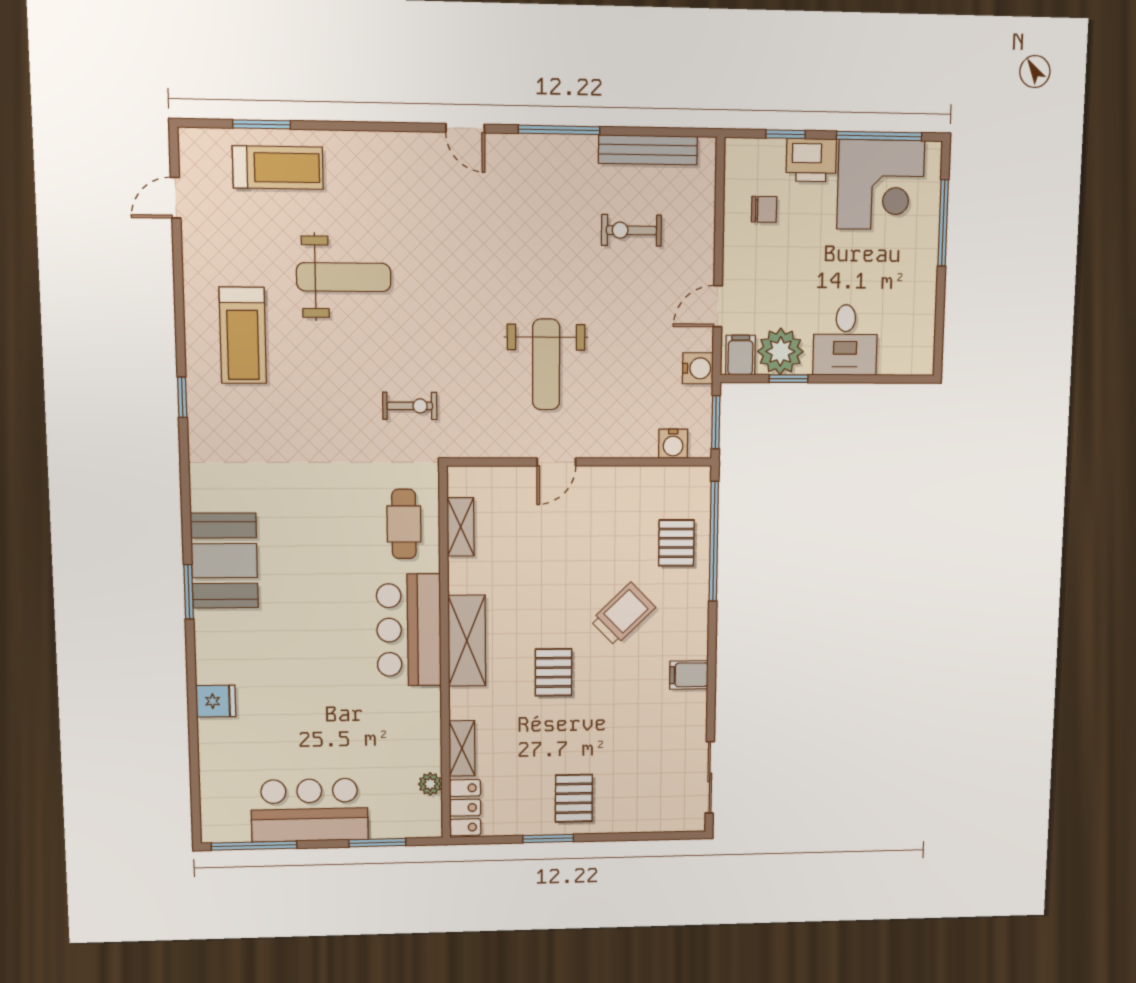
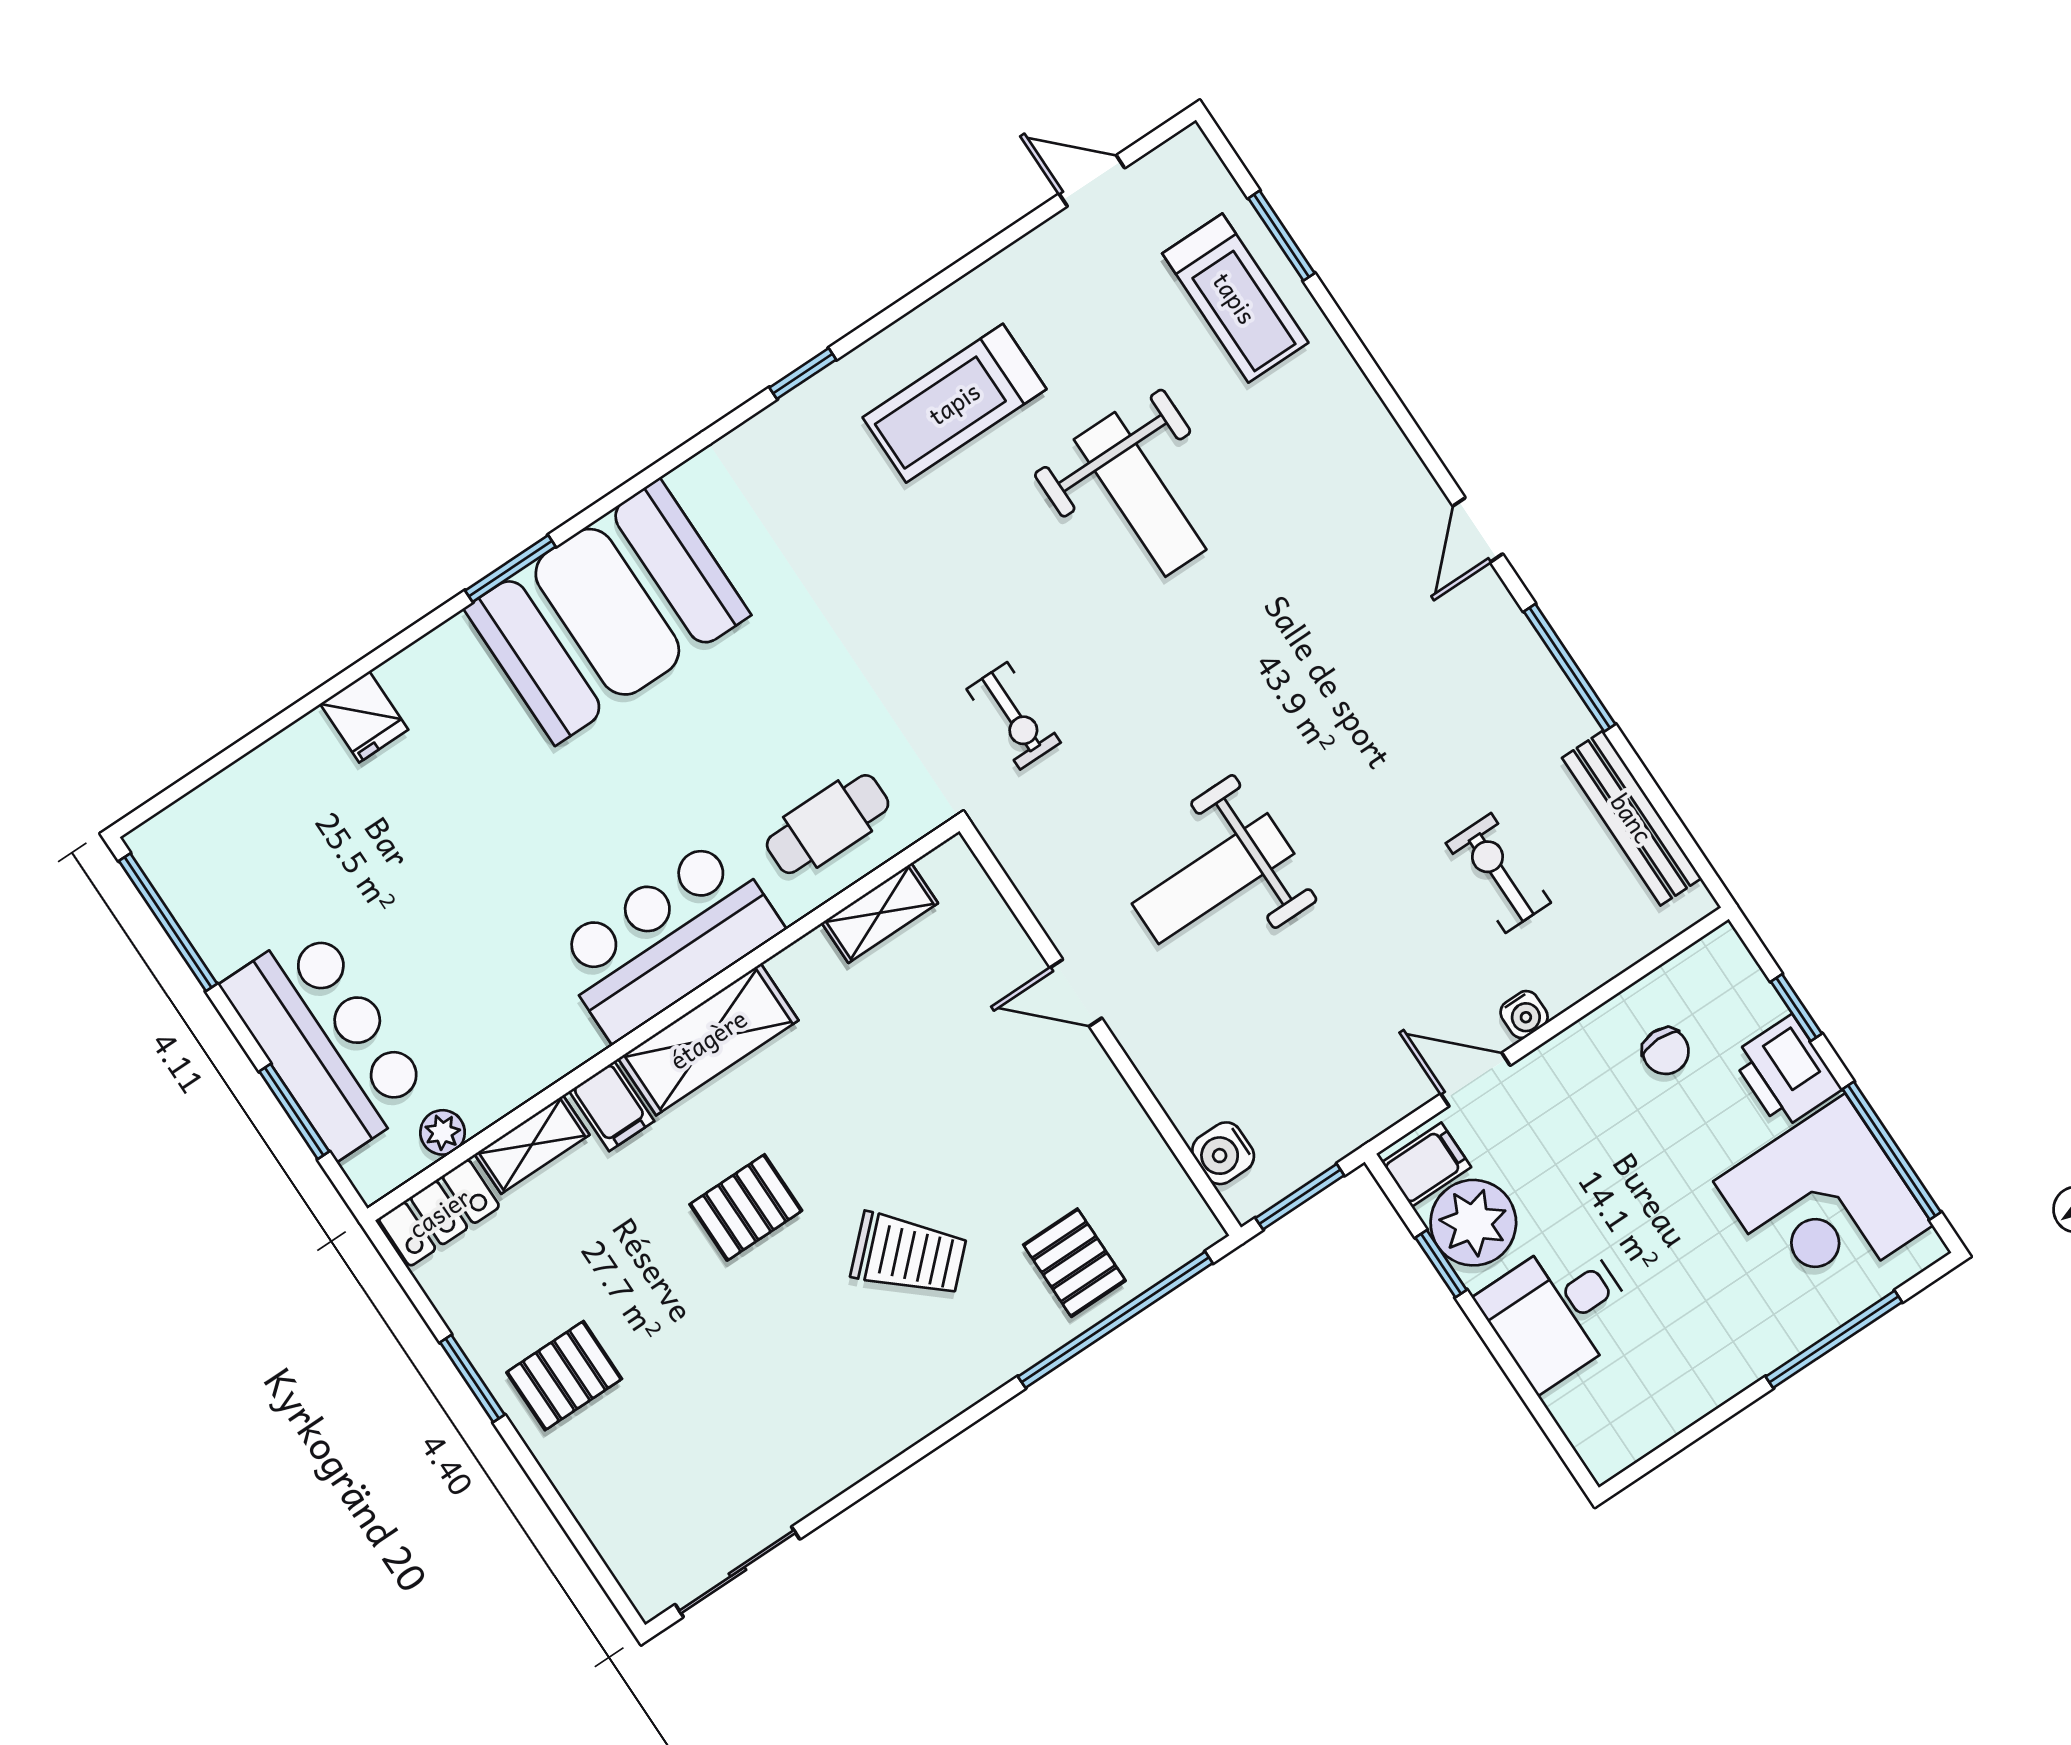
water cooler: (698, 368) -> (1524, 1015), moved, width x0.72, depth x0.72
pallet: (676, 543) -> (1074, 1263), turned 90
booth: (224, 561) -> (607, 612), width x1.36, depth x1.42
filing cabinet: (689, 675) -> (612, 1106), moved, turned 180
bar counter: (310, 810) -> (327, 1041), moved

